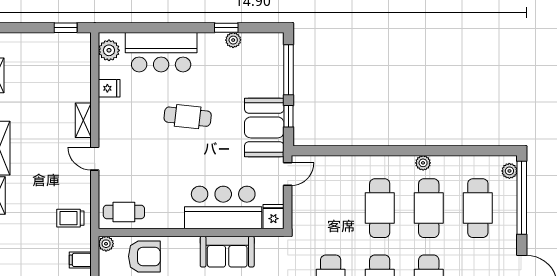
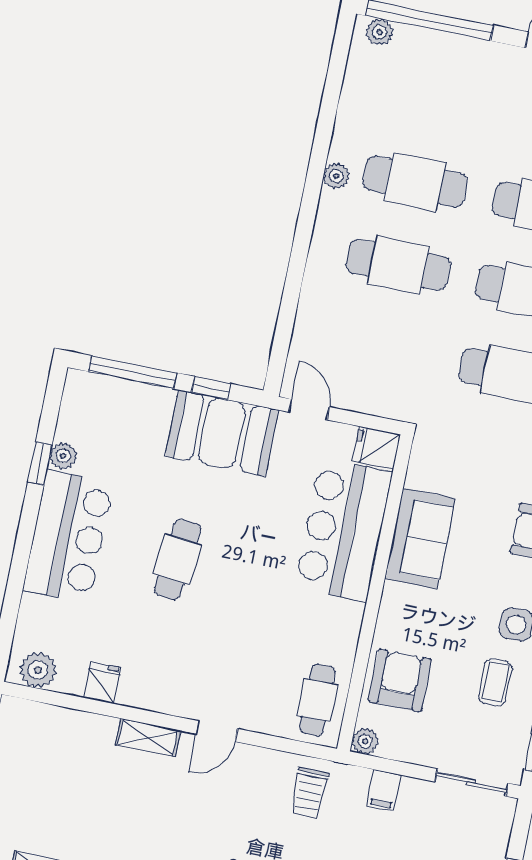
bar counter: (161, 52) -> (68, 536), moved
cafe table: (478, 208) -> (432, 98), removed

